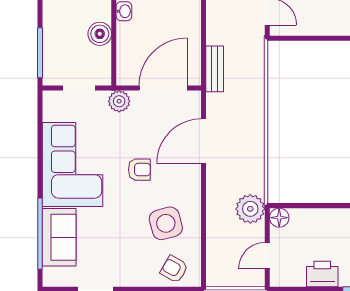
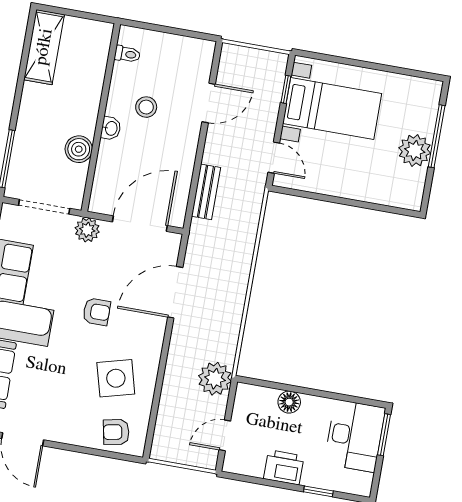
bench: (215, 69) -> (206, 192), moved
doorway: (79, 88) -> (44, 207), width x1.38
floor lamp: (279, 218) -> (289, 402), moved
armchair: (174, 269) -> (116, 432), turned -41

